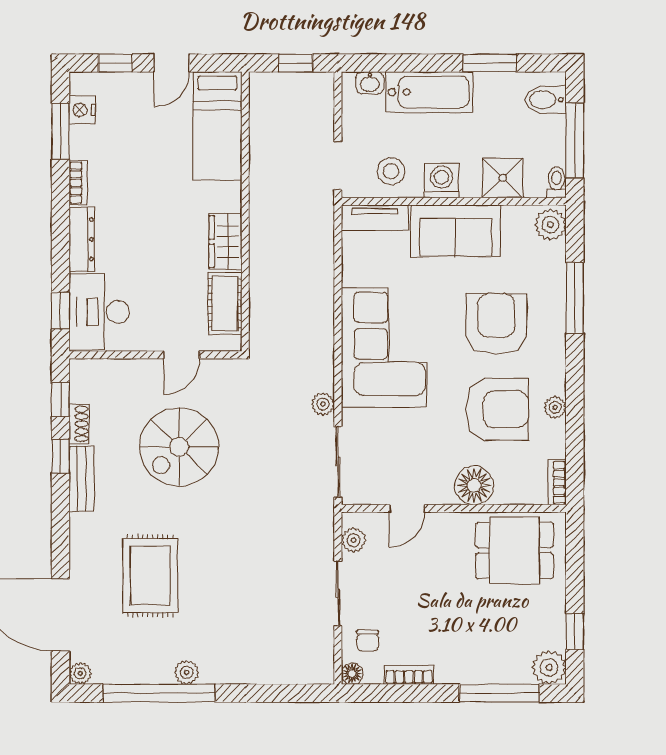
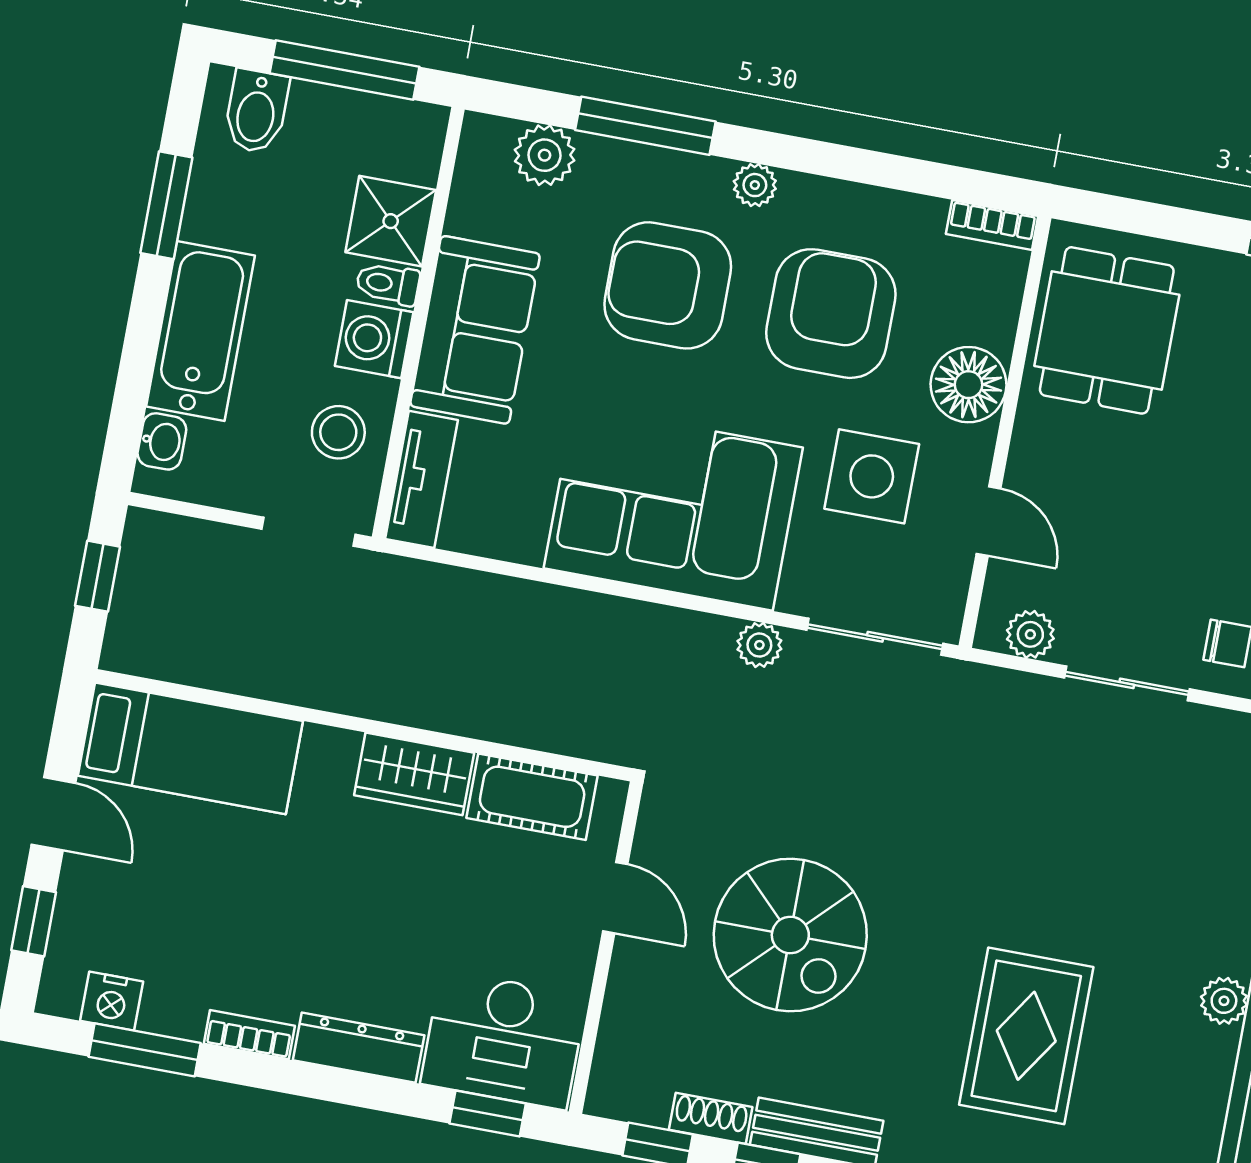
toilet: (556, 182) -> (388, 284), moved
plant: (550, 225) -> (545, 155), moved
plant: (555, 407) -> (755, 185), moved
side table: (419, 445) -> (872, 476), added
rug: (150, 576) -> (1026, 1036), turned 90

